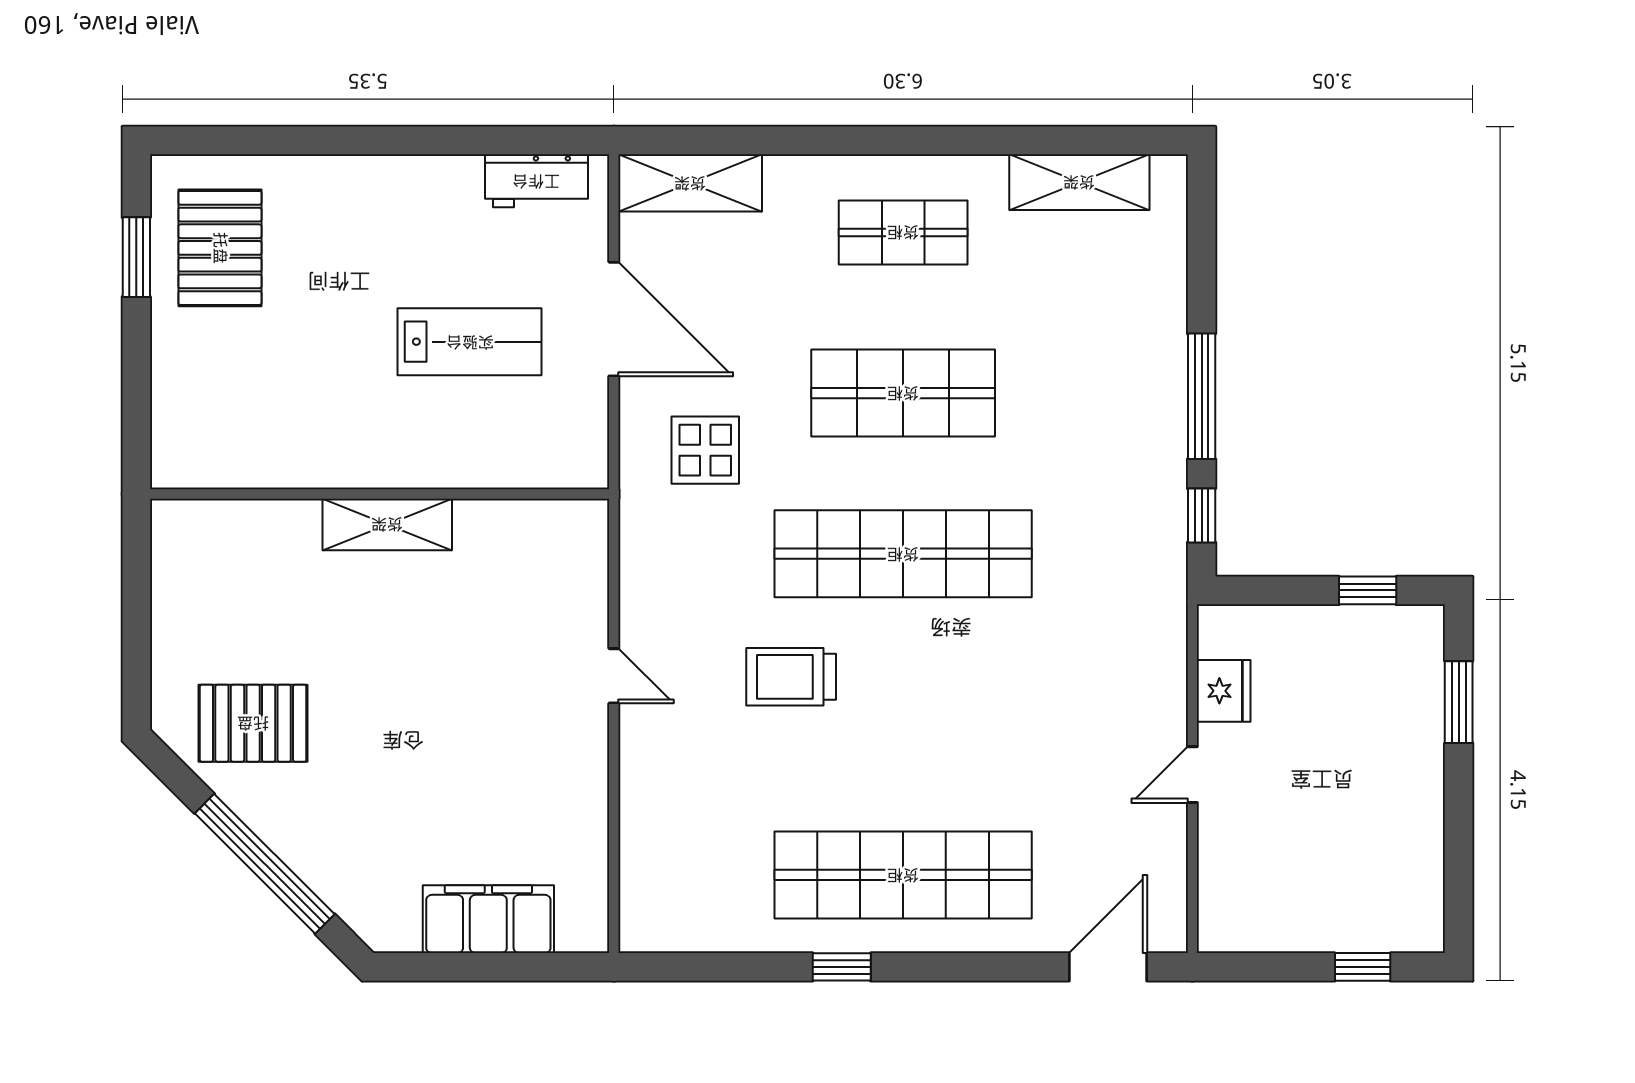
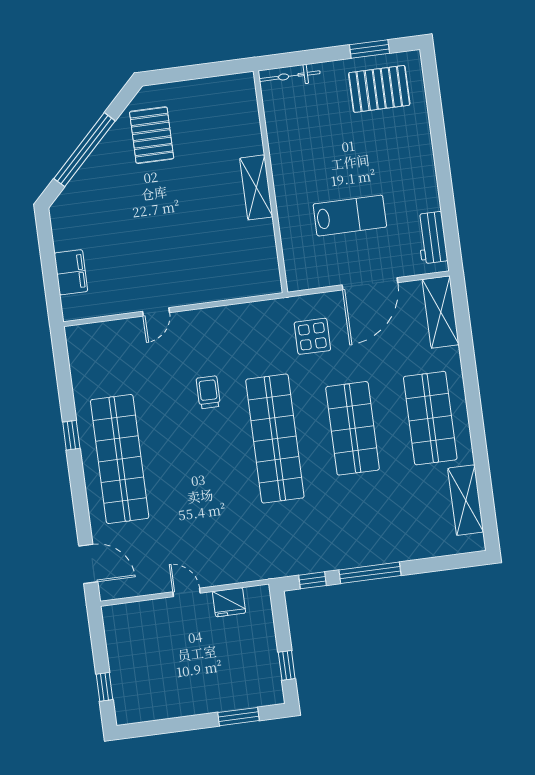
shop shelf: (903, 232) -> (430, 418), width x1.43, depth x1.36
lab bench: (470, 342) -> (350, 216), turned -90
bicycle: (170, 427) -> (290, 76), added
door: (614, 676) -> (156, 312), moved
trolley: (791, 677) -> (208, 392), width x0.73, depth x0.72
filing cabinet: (488, 919) -> (71, 272), width x0.67, depth x0.86

